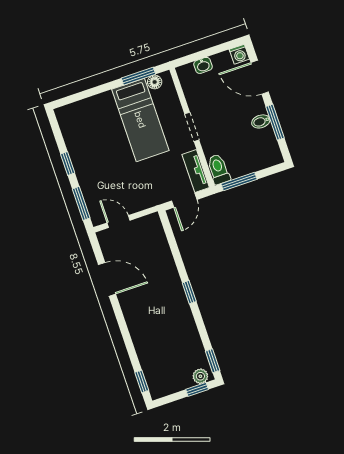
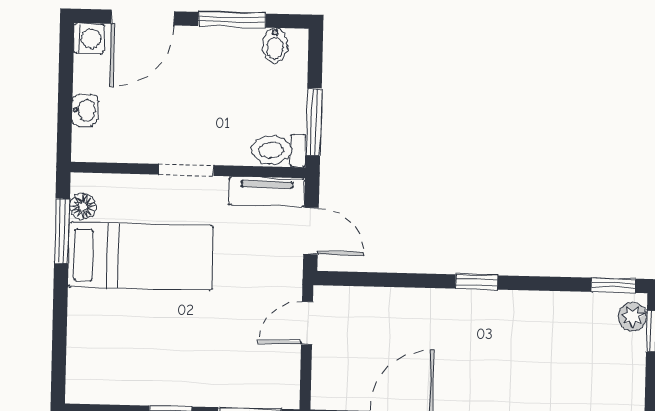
bidet: (261, 121) -> (275, 46), moved
door: (118, 222) -> (307, 323), moved

